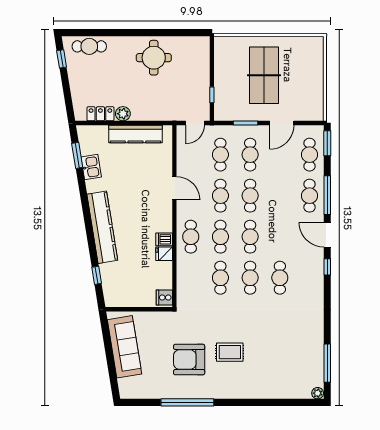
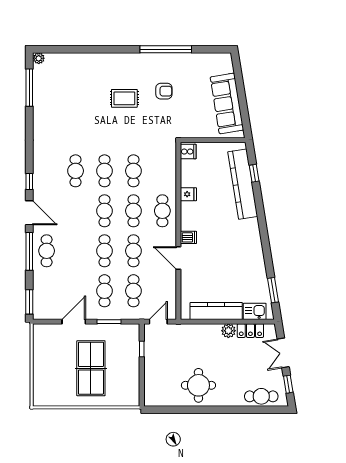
double door: (67, 91) -> (283, 353), added
cafe table: (310, 155) -> (47, 291), removed
kitchen sink: (91, 167) -> (255, 311), moved, turned 99
kitchen counter: (102, 227) -> (243, 184), moved
dishwasher: (164, 239) -> (188, 237), moved
armchair: (189, 360) -> (164, 91), width x0.53, depth x0.53

